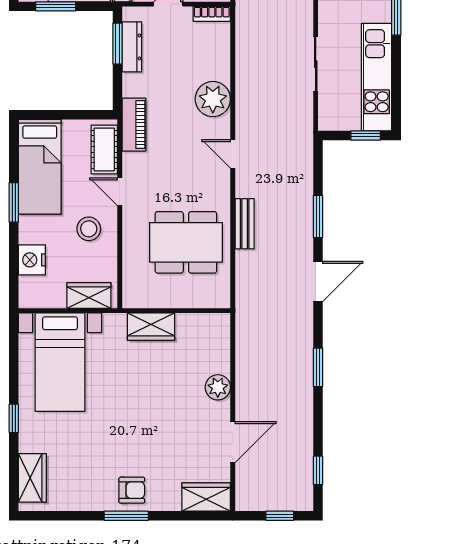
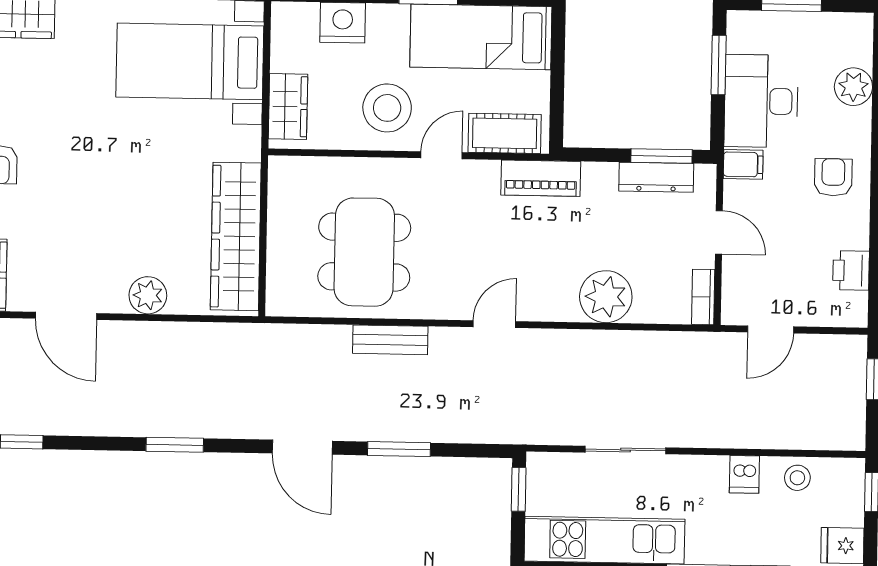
plant: (213, 99) -> (606, 297), moved
window: (366, 135) -> (519, 489), moved
stool: (89, 229) -> (387, 108), width x1.38, depth x1.38
wardrobe: (151, 327) -> (236, 236), width x2.10, depth x1.17

